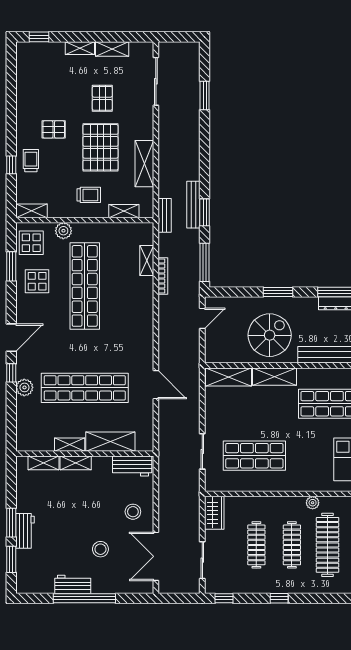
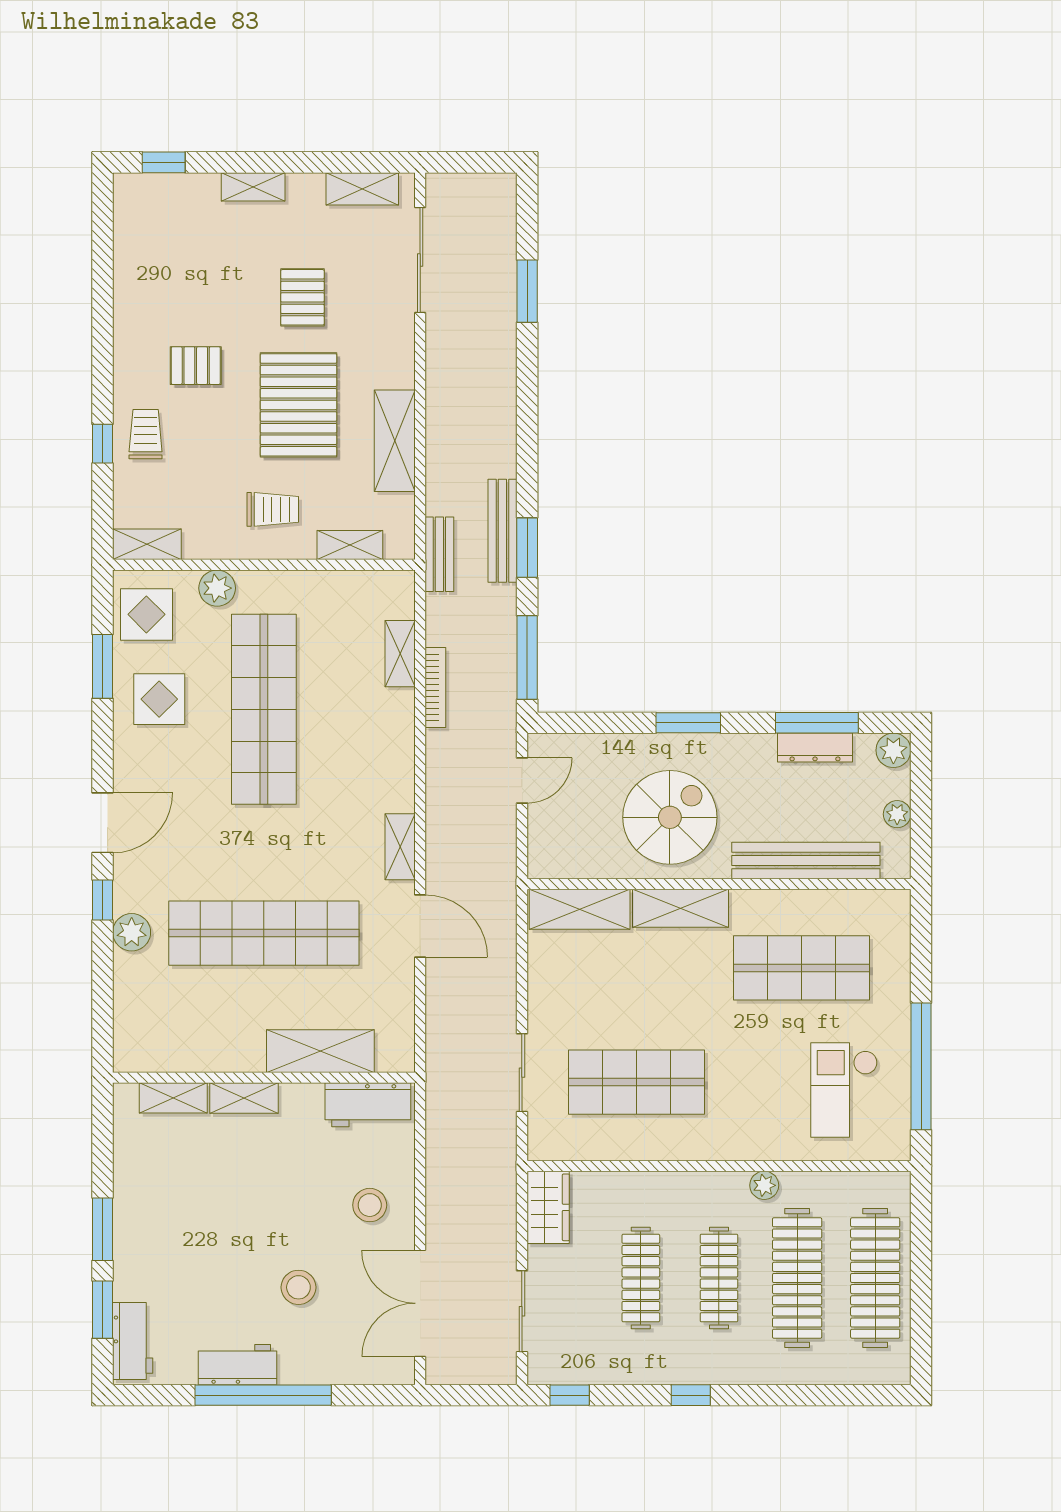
shelving: (112, 49) -> (362, 189), moved
shelving: (70, 445) -> (400, 847), moved, turned 90
workbench: (25, 531) -> (133, 1341), moved

